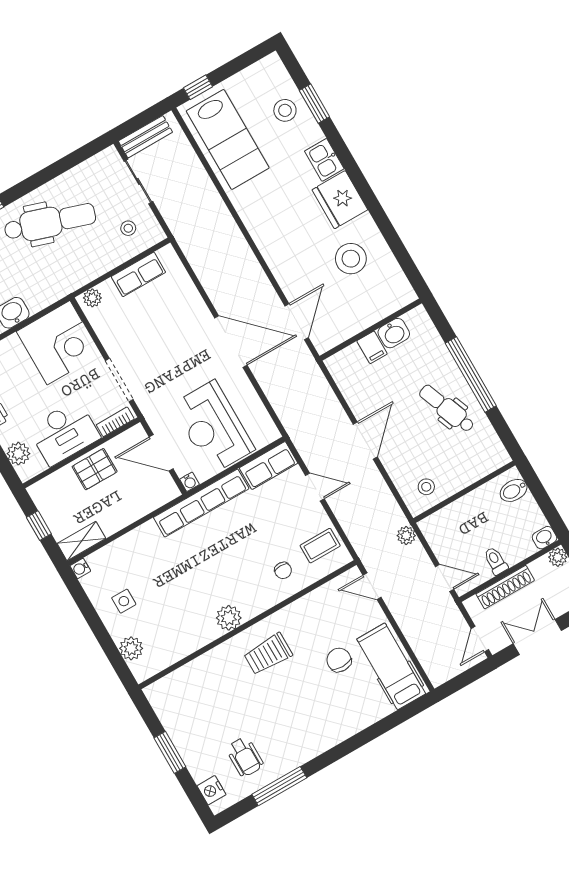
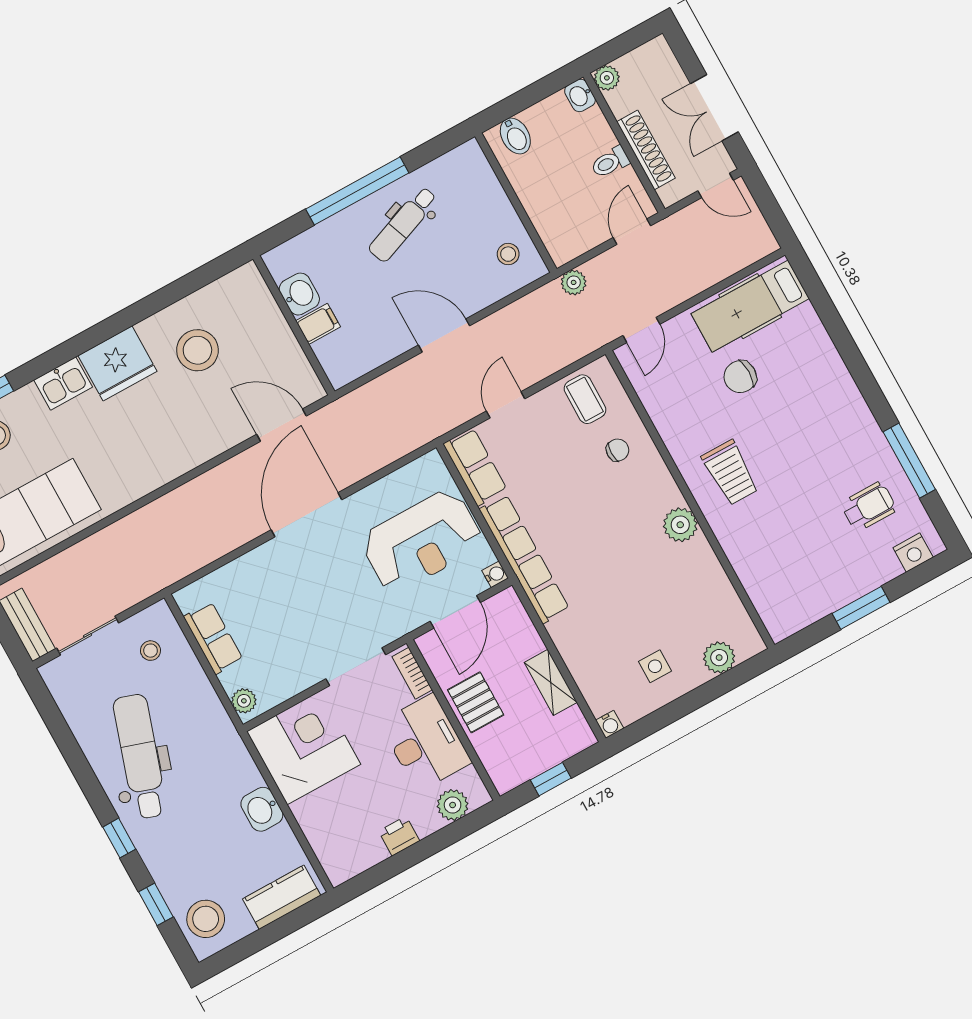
shelving: (81, 541) -> (551, 682), moved

